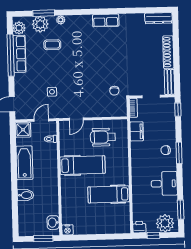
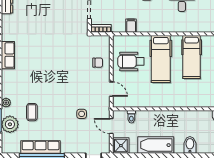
plant: (19, 28) -> (13, 147), removed
chair: (114, 91) -> (98, 63), moved
filing cabinet: (137, 131) -> (131, 26), width x0.50
wheelchair: (103, 137) -> (131, 61), turned 90
hospital bed: (82, 165) -> (161, 59), moved, turned 180

